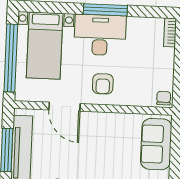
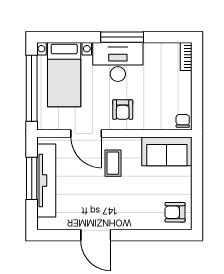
coffee table: (91, 138) -> (113, 163), added
sofa: (156, 144) -> (167, 151), moved, turned -90

